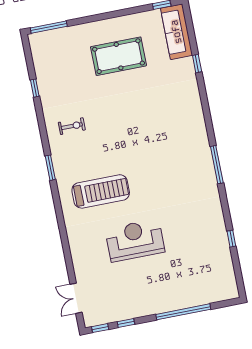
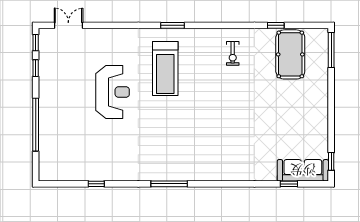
pool table: (119, 56) -> (290, 54), moved
window: (197, 64) -> (289, 184), moved
window: (50, 168) -> (173, 25), moved

